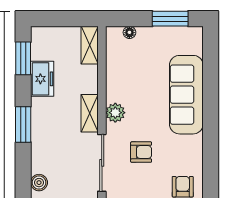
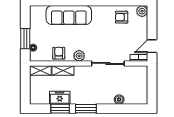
window: (170, 19) -> (25, 39), moved
window: (23, 58) -> (60, 109), moved
shelving: (90, 113) -> (63, 71), moved
armchair: (141, 152) -> (59, 53), moved

